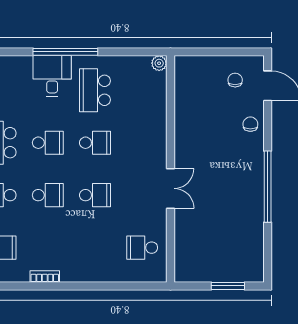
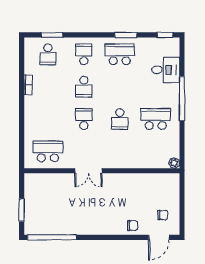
desk: (52, 76) -> (166, 70), moved
school desk: (48, 143) -> (120, 87), removed
window: (268, 187) -> (52, 237), moved
school desk: (95, 195) -> (84, 119), turned 180
school desk: (142, 248) -> (48, 151), width x1.85

